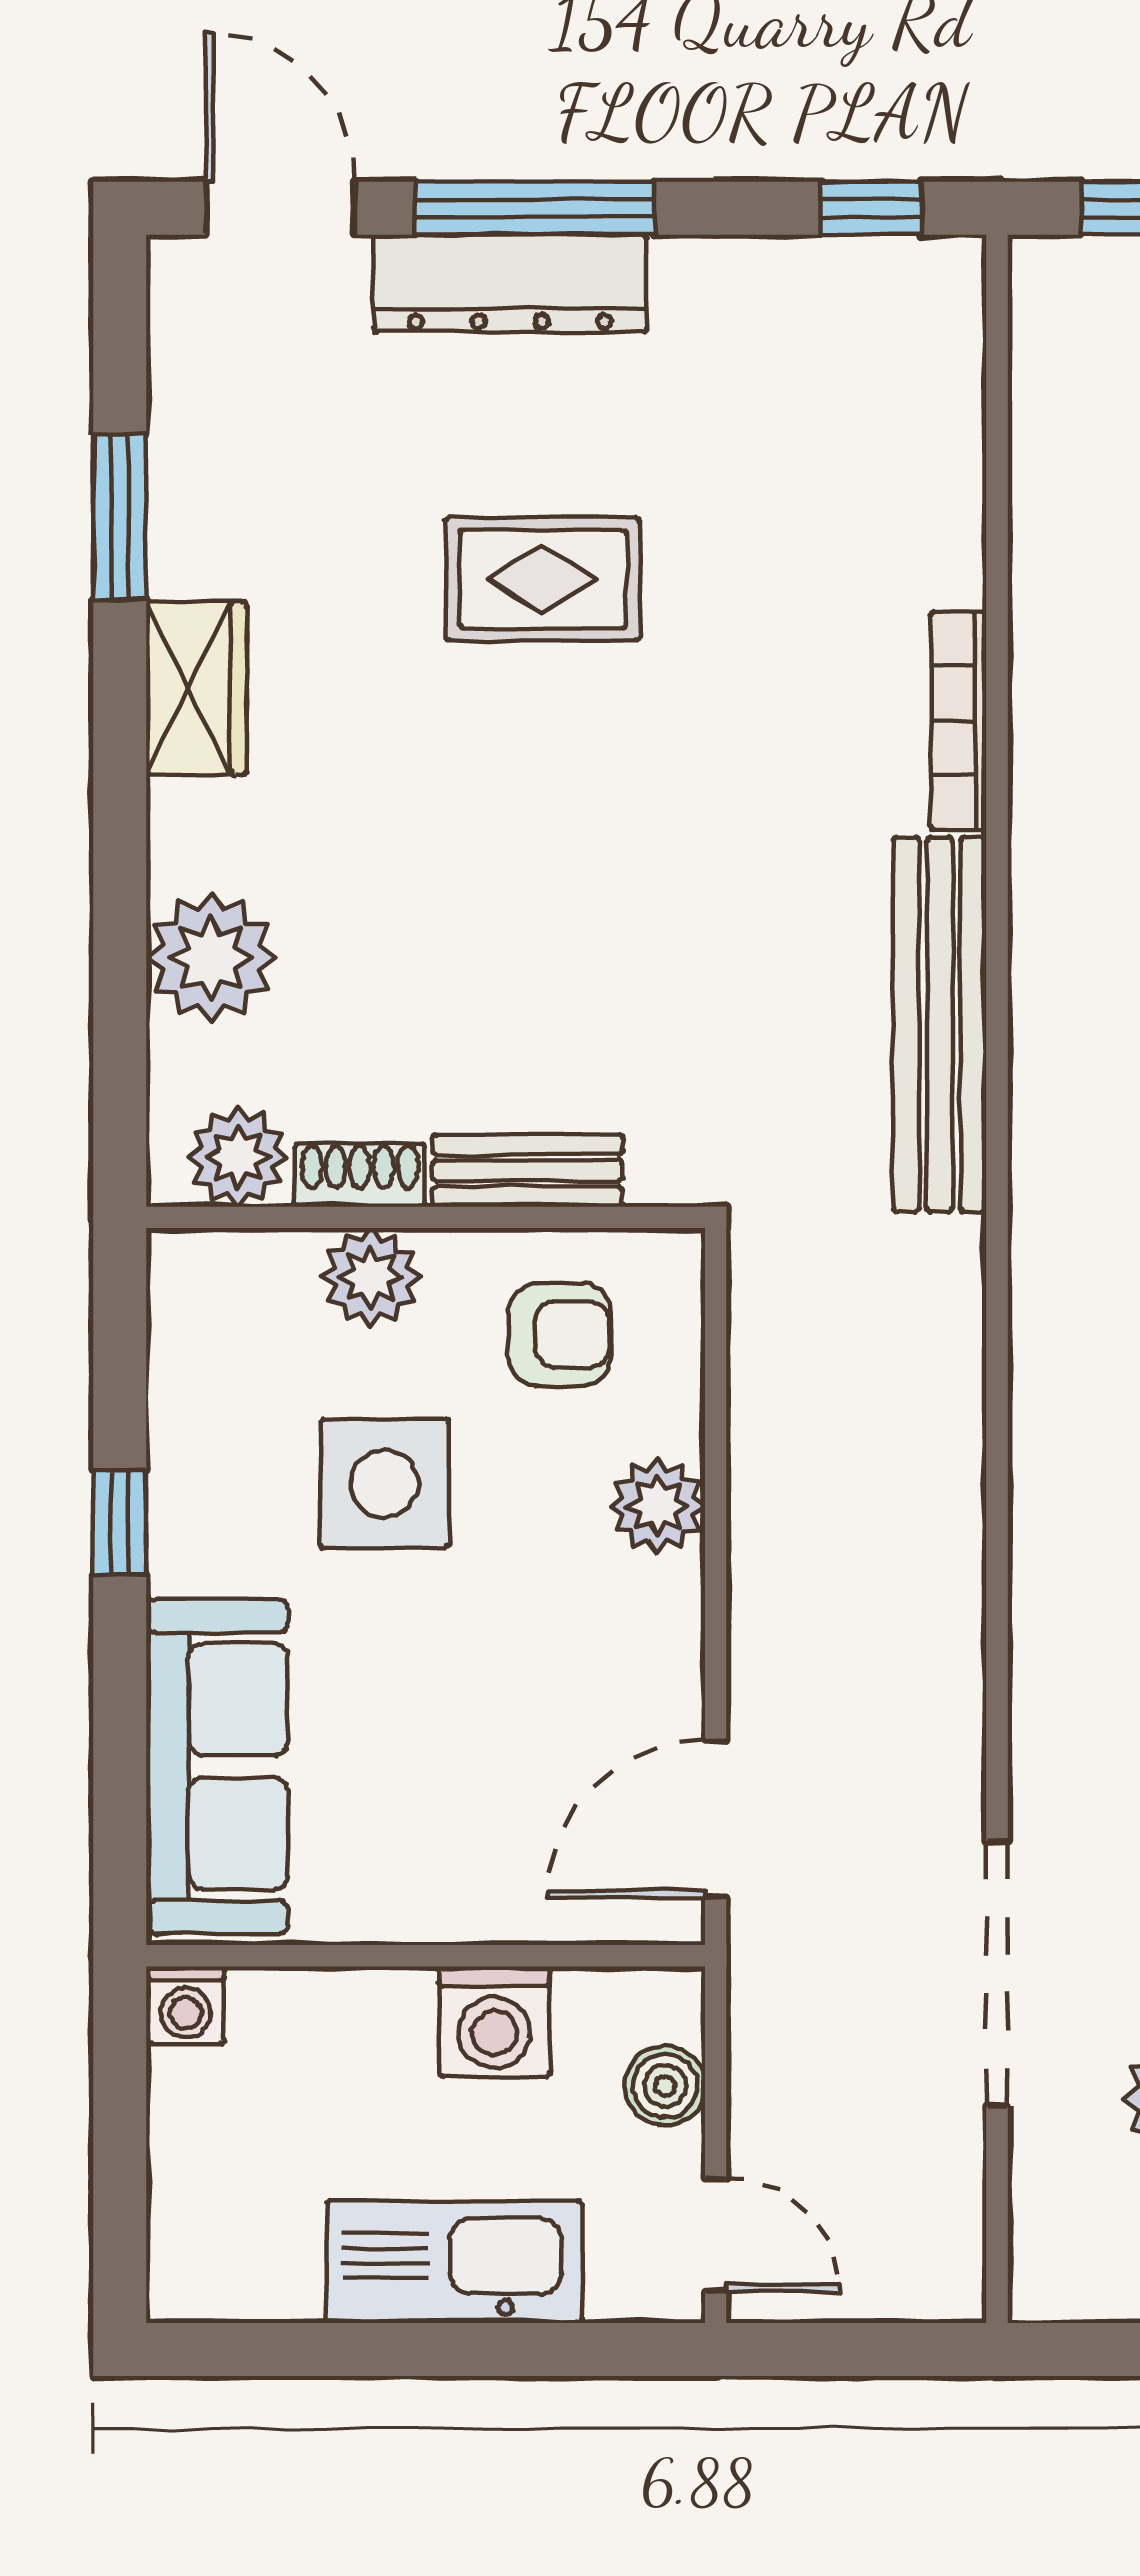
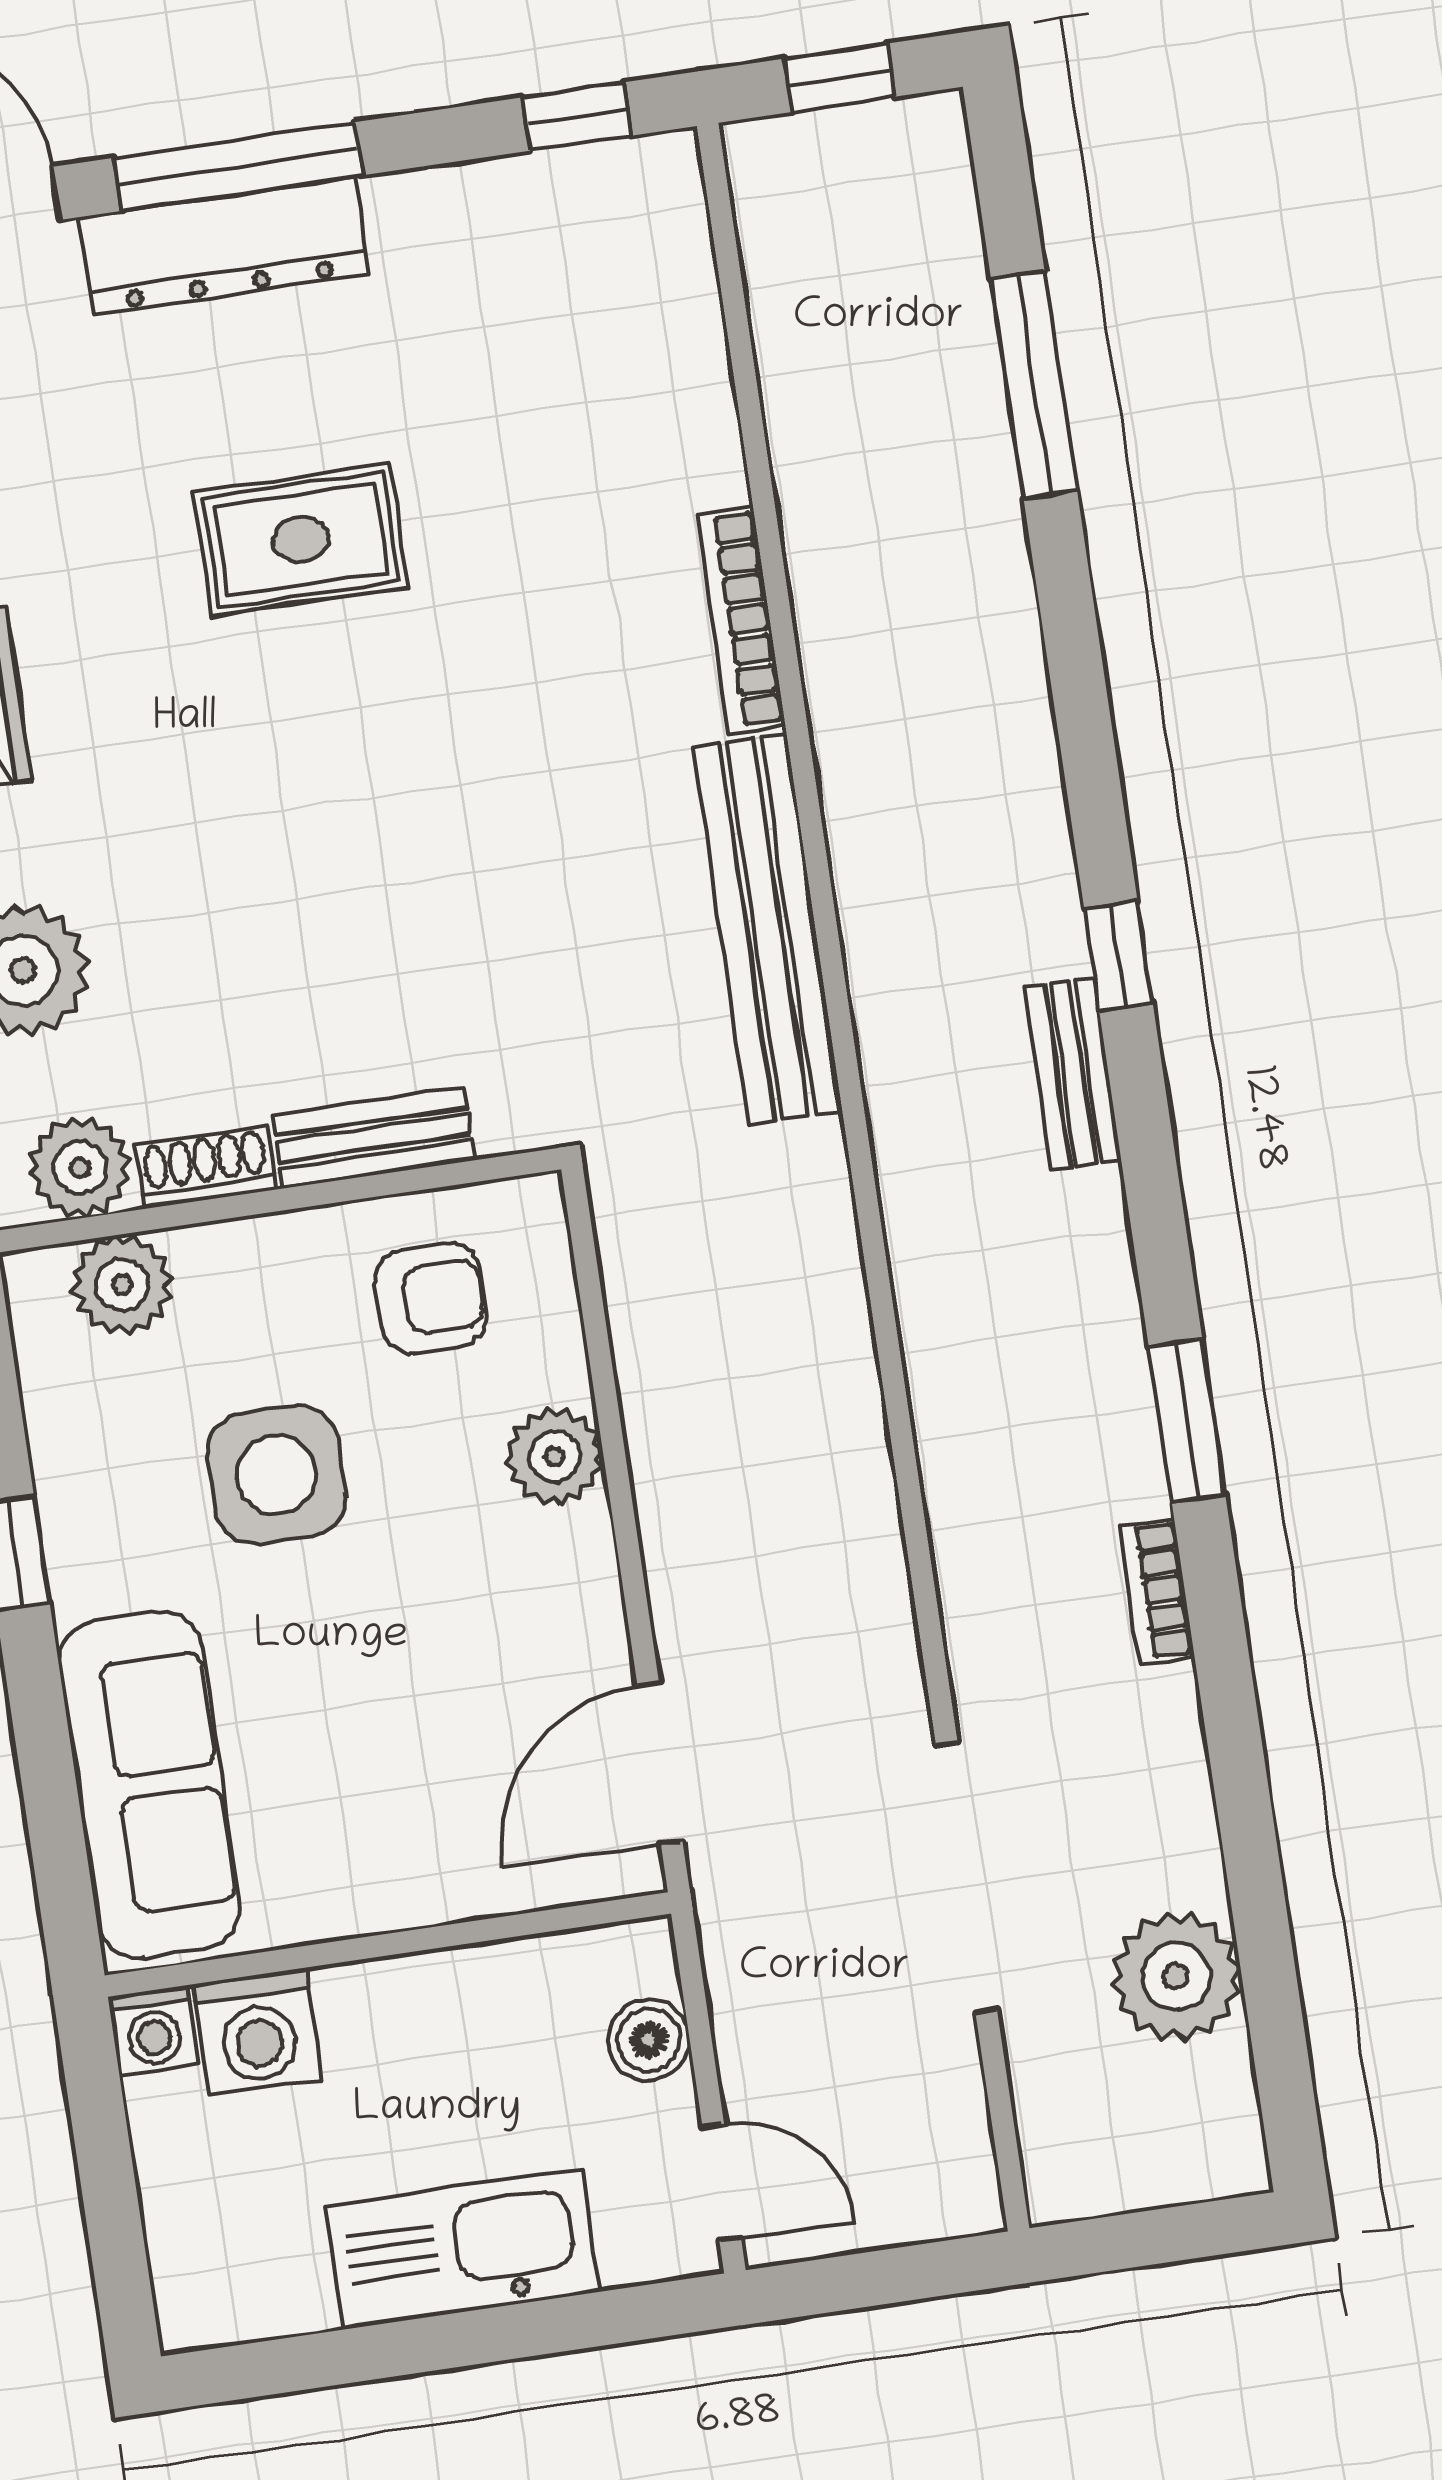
plant: (371, 1277) -> (122, 1285), moved
washing machine: (495, 2022) -> (258, 2032), moved

